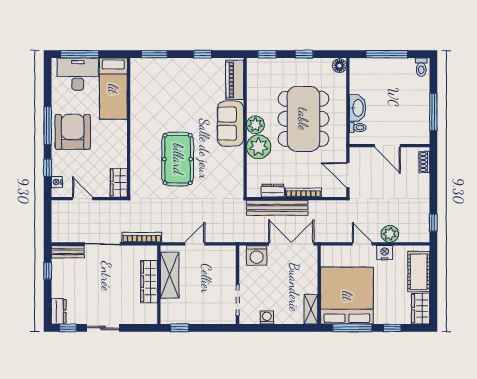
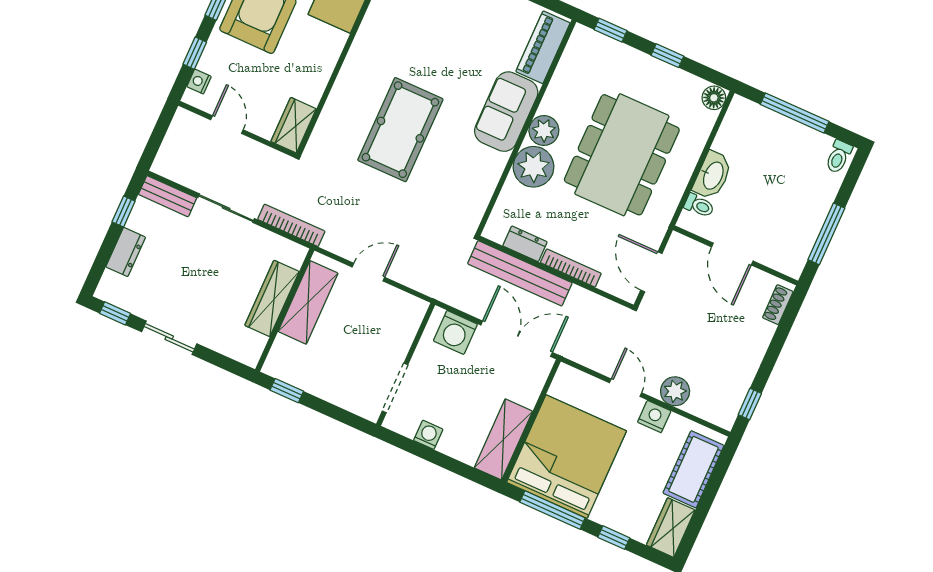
shelving: (311, 309) -> (503, 439), width x1.50, depth x1.33
dresser: (59, 311) -> (126, 252), moved

